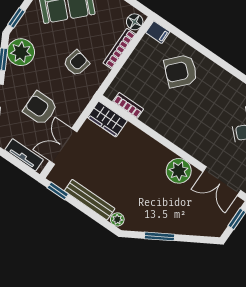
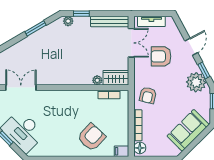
armchair: (76, 63) -> (148, 95), moved
armchair: (40, 108) -> (161, 56), turned 180
plant: (179, 171) -> (97, 80), moved, width x0.53, depth x0.53
window: (58, 191) -> (81, 14), moved
bench: (90, 200) -> (110, 22), moved

